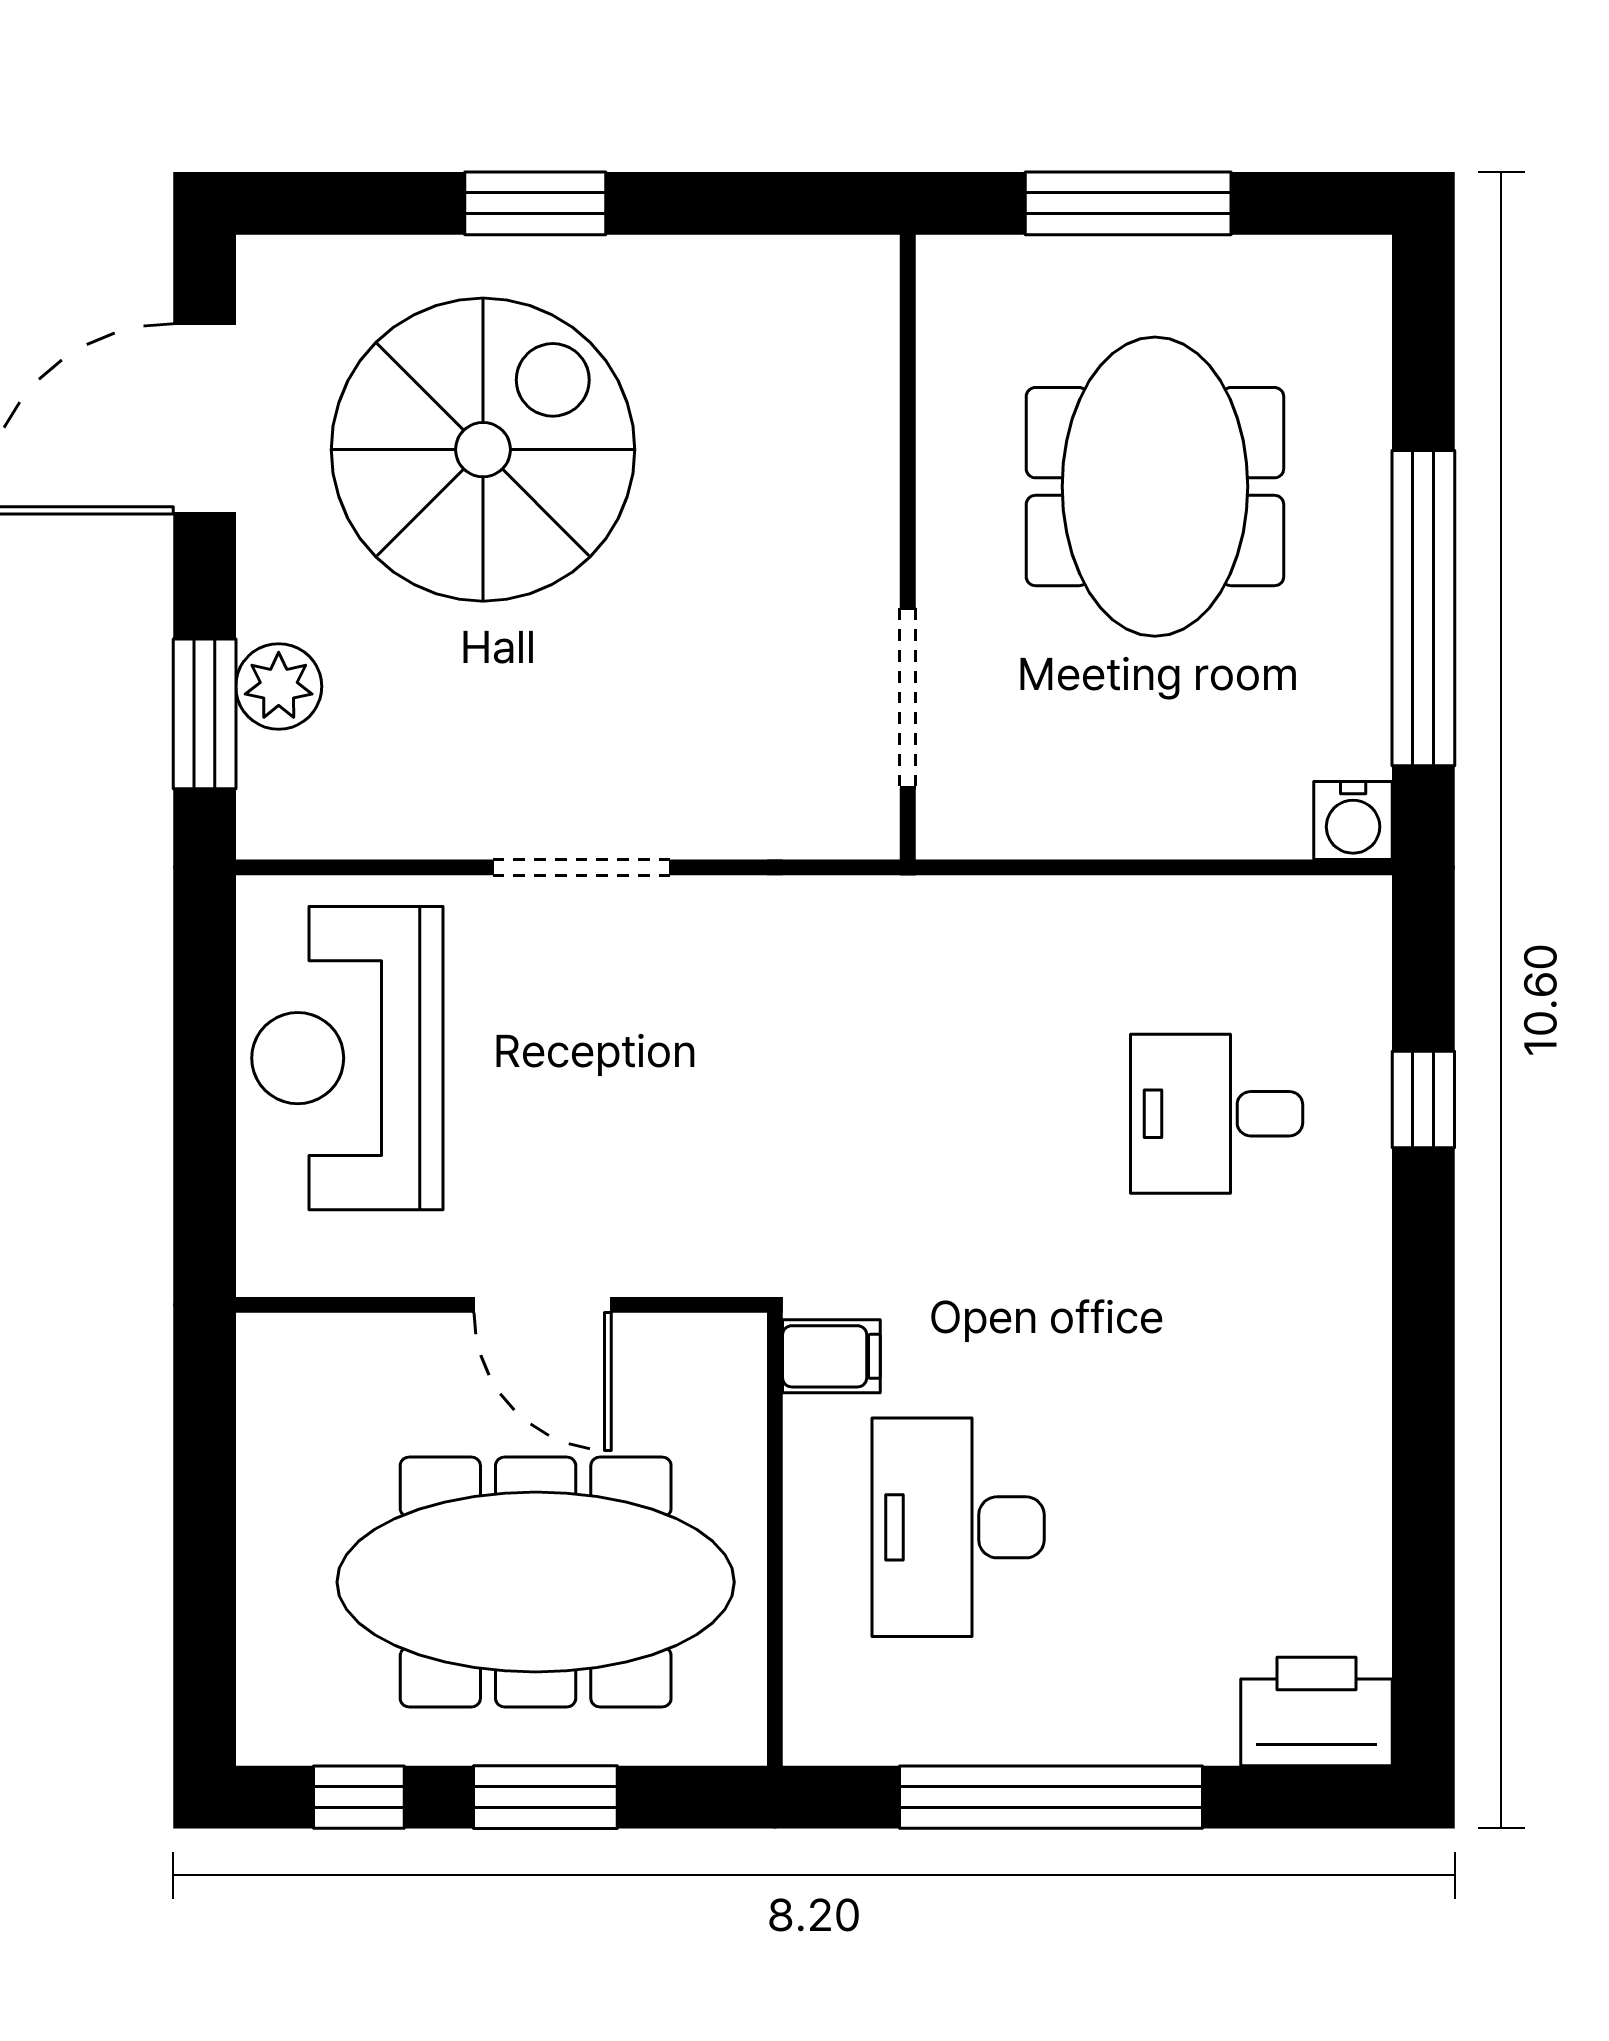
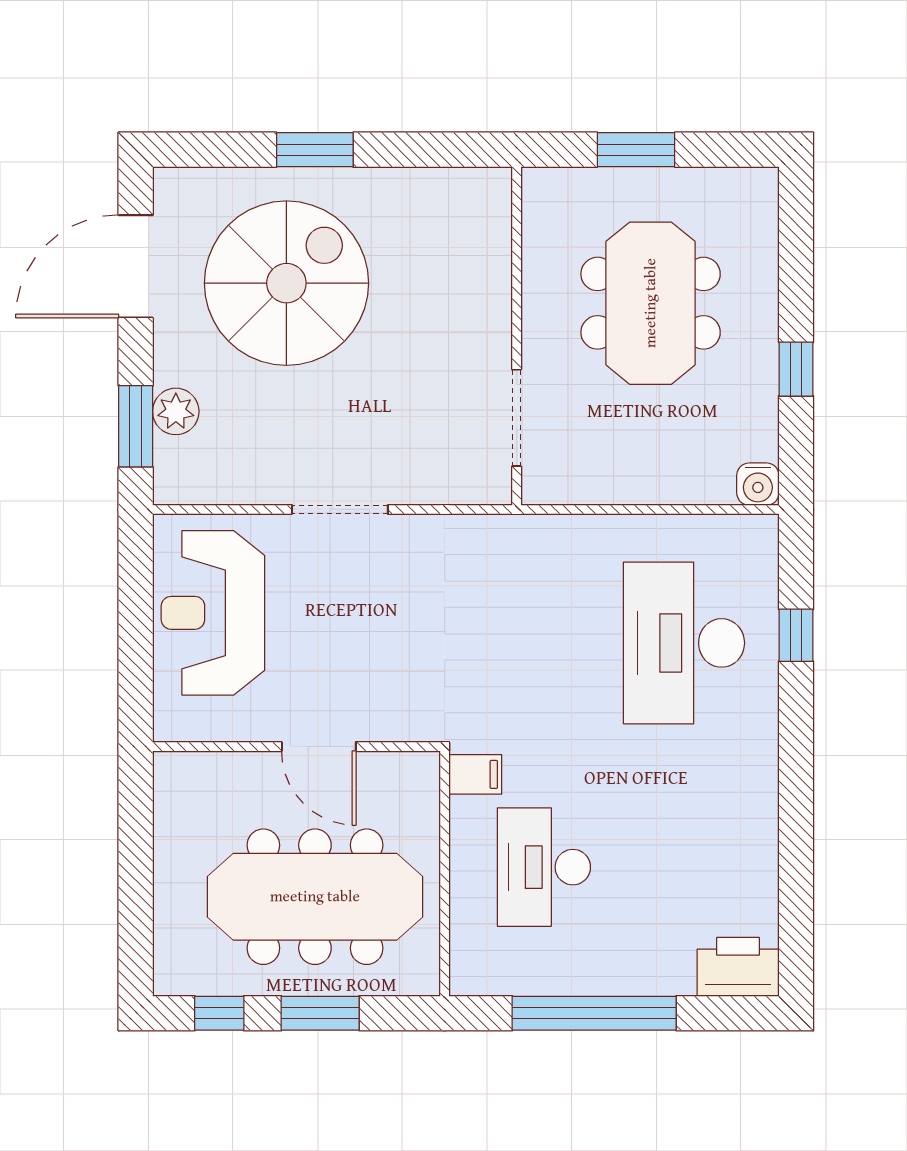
window: (1128, 203) -> (636, 150), width x0.69
window: (1423, 608) -> (796, 369), width x0.32
desk: (1217, 1114) -> (684, 643), width x1.87, depth x1.30

